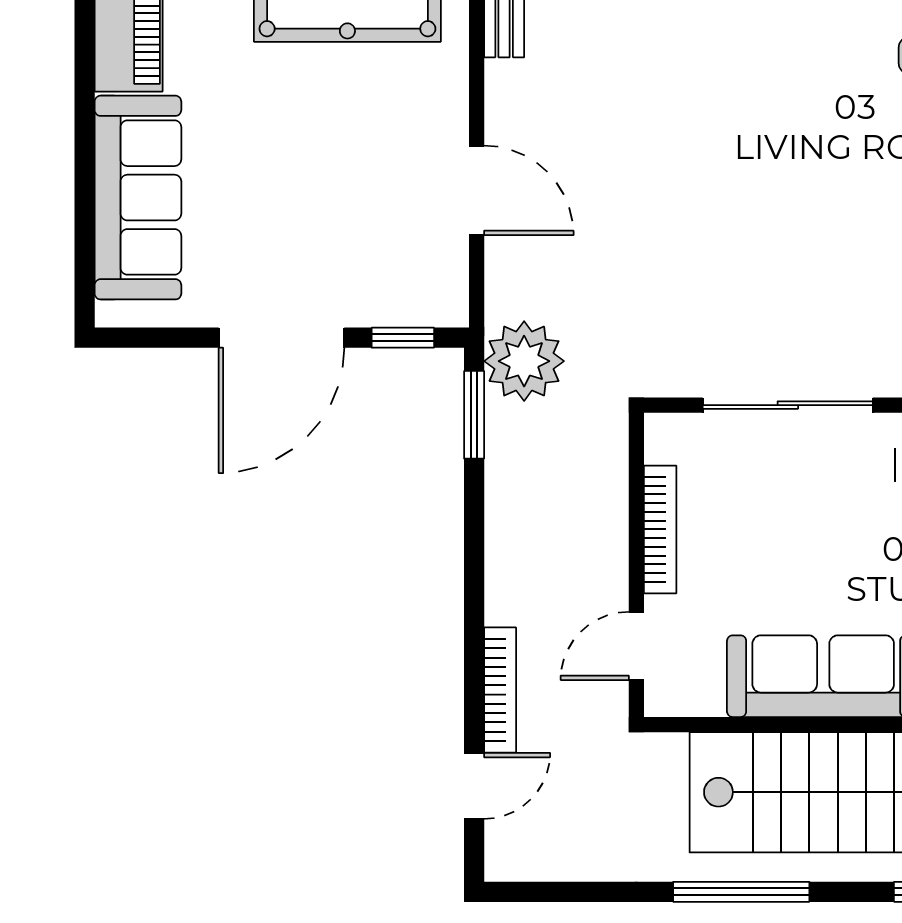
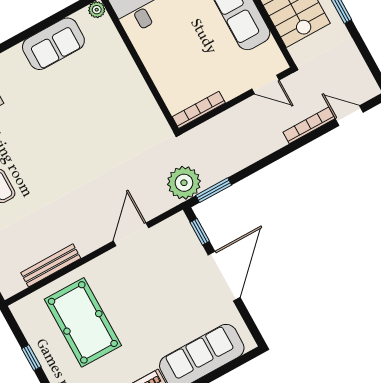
door: (282, 338) -> (224, 276), hinge flipped
sliding door: (788, 405) -> (147, 77), removed
bookcase: (660, 529) -> (199, 110), moved

